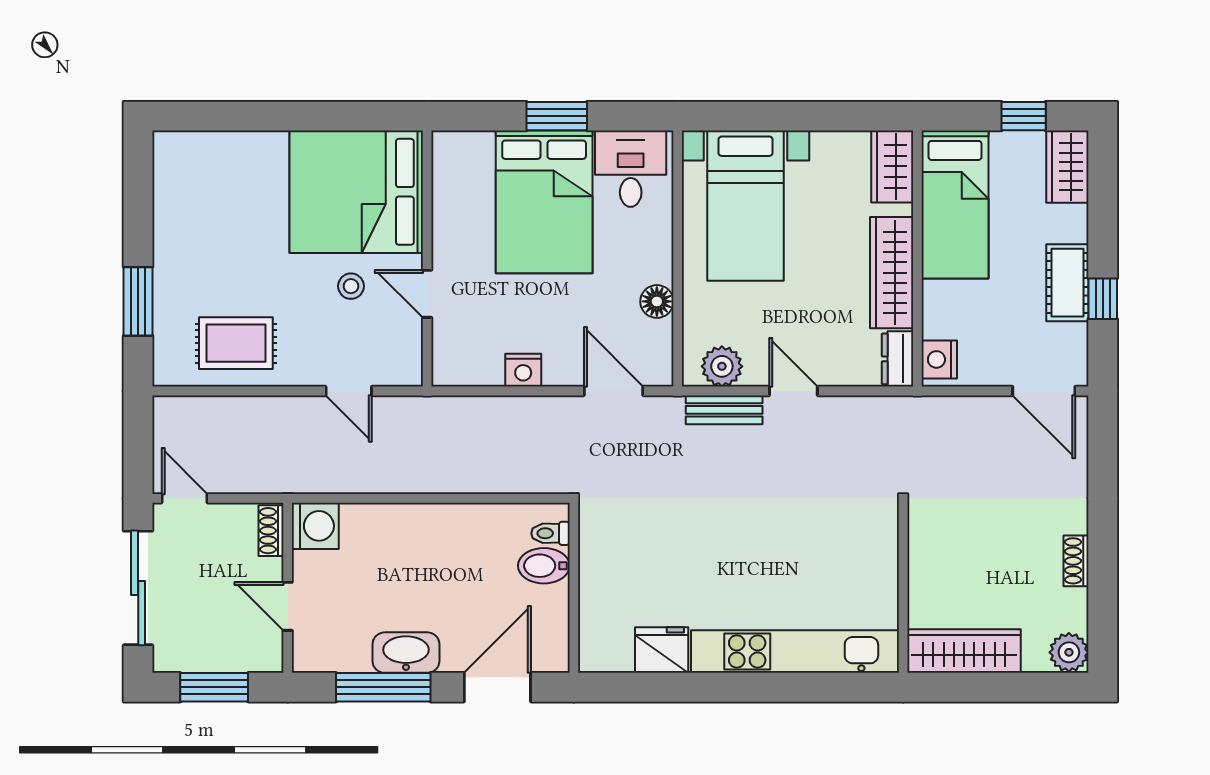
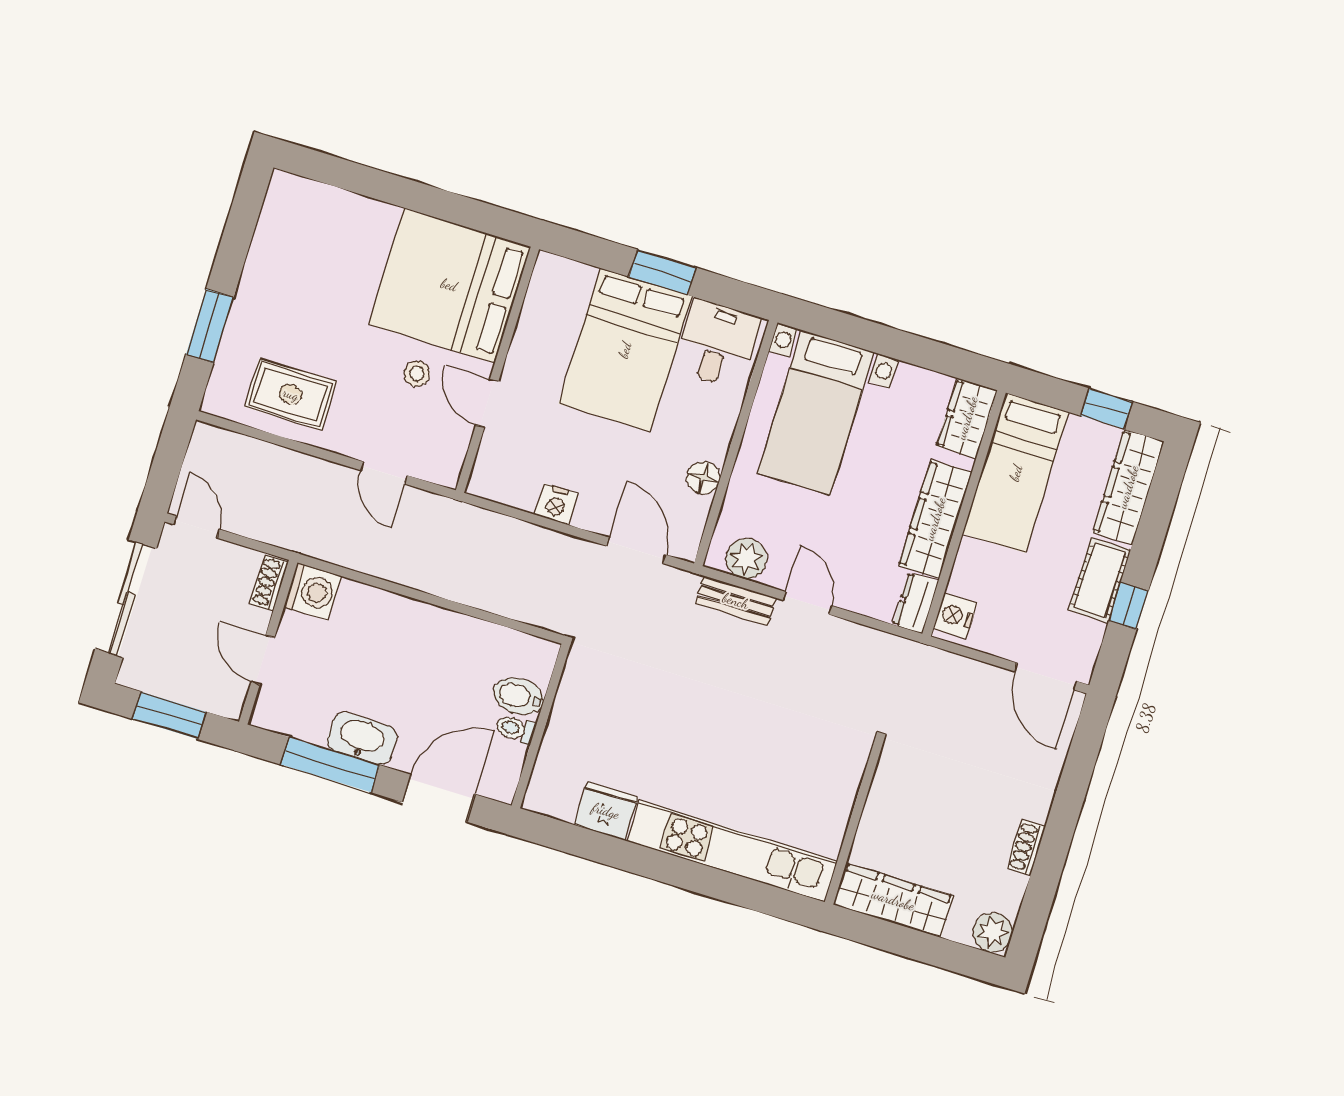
wardrobe: (1067, 167) -> (1128, 487), width x1.50
toilet: (551, 533) -> (515, 729), moved

